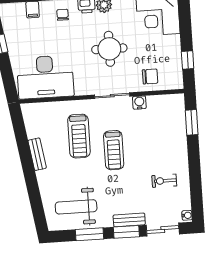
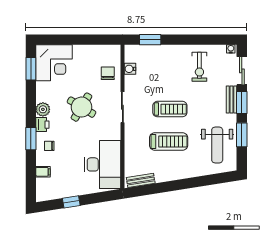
round table: (109, 49) -> (81, 107), turned 31
window: (188, 60) -> (96, 40), removed
water cooler: (139, 103) -> (130, 69), moved
treadmill: (79, 136) -> (169, 141), moved
bench: (37, 154) -> (141, 180), moved
exercise bike: (164, 181) -> (199, 67), width x1.38, depth x1.39

